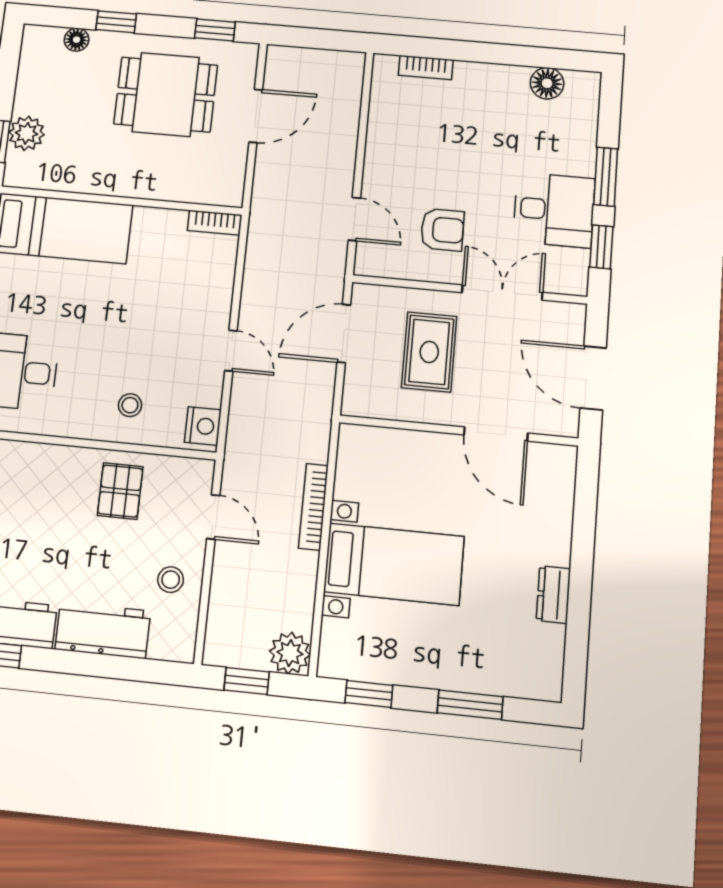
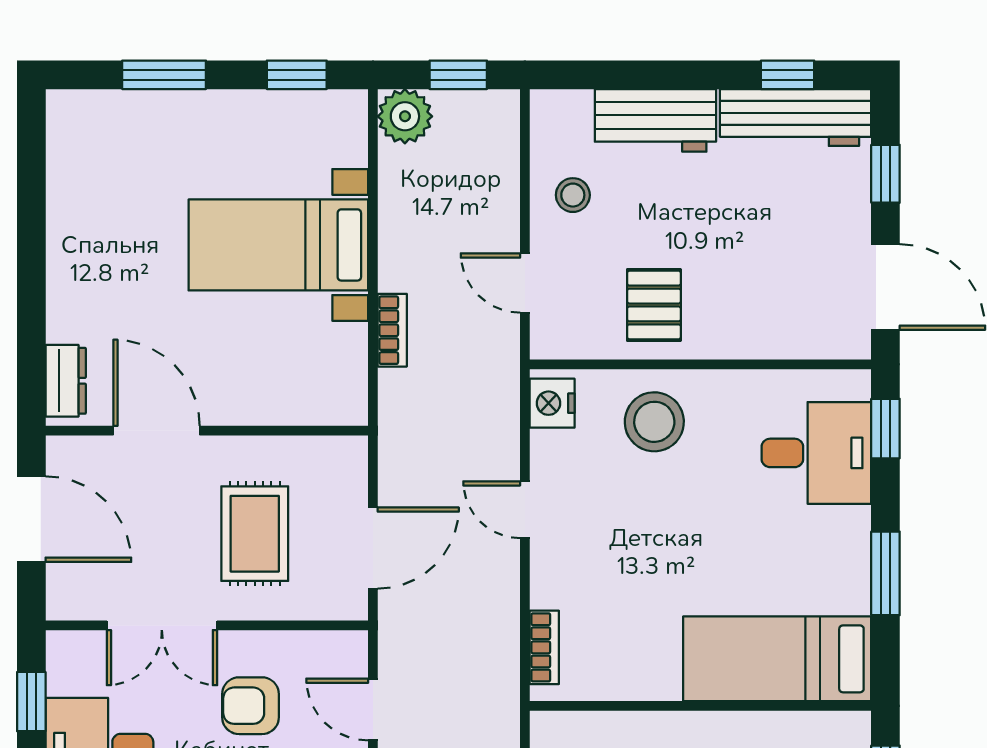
bookcase: (215, 223) -> (544, 647), moved, turned 90
stool: (130, 405) -> (654, 422), width x1.89, depth x1.89
bookcase: (313, 507) -> (392, 330), width x0.64
dresser: (553, 595) -> (66, 381), moved

